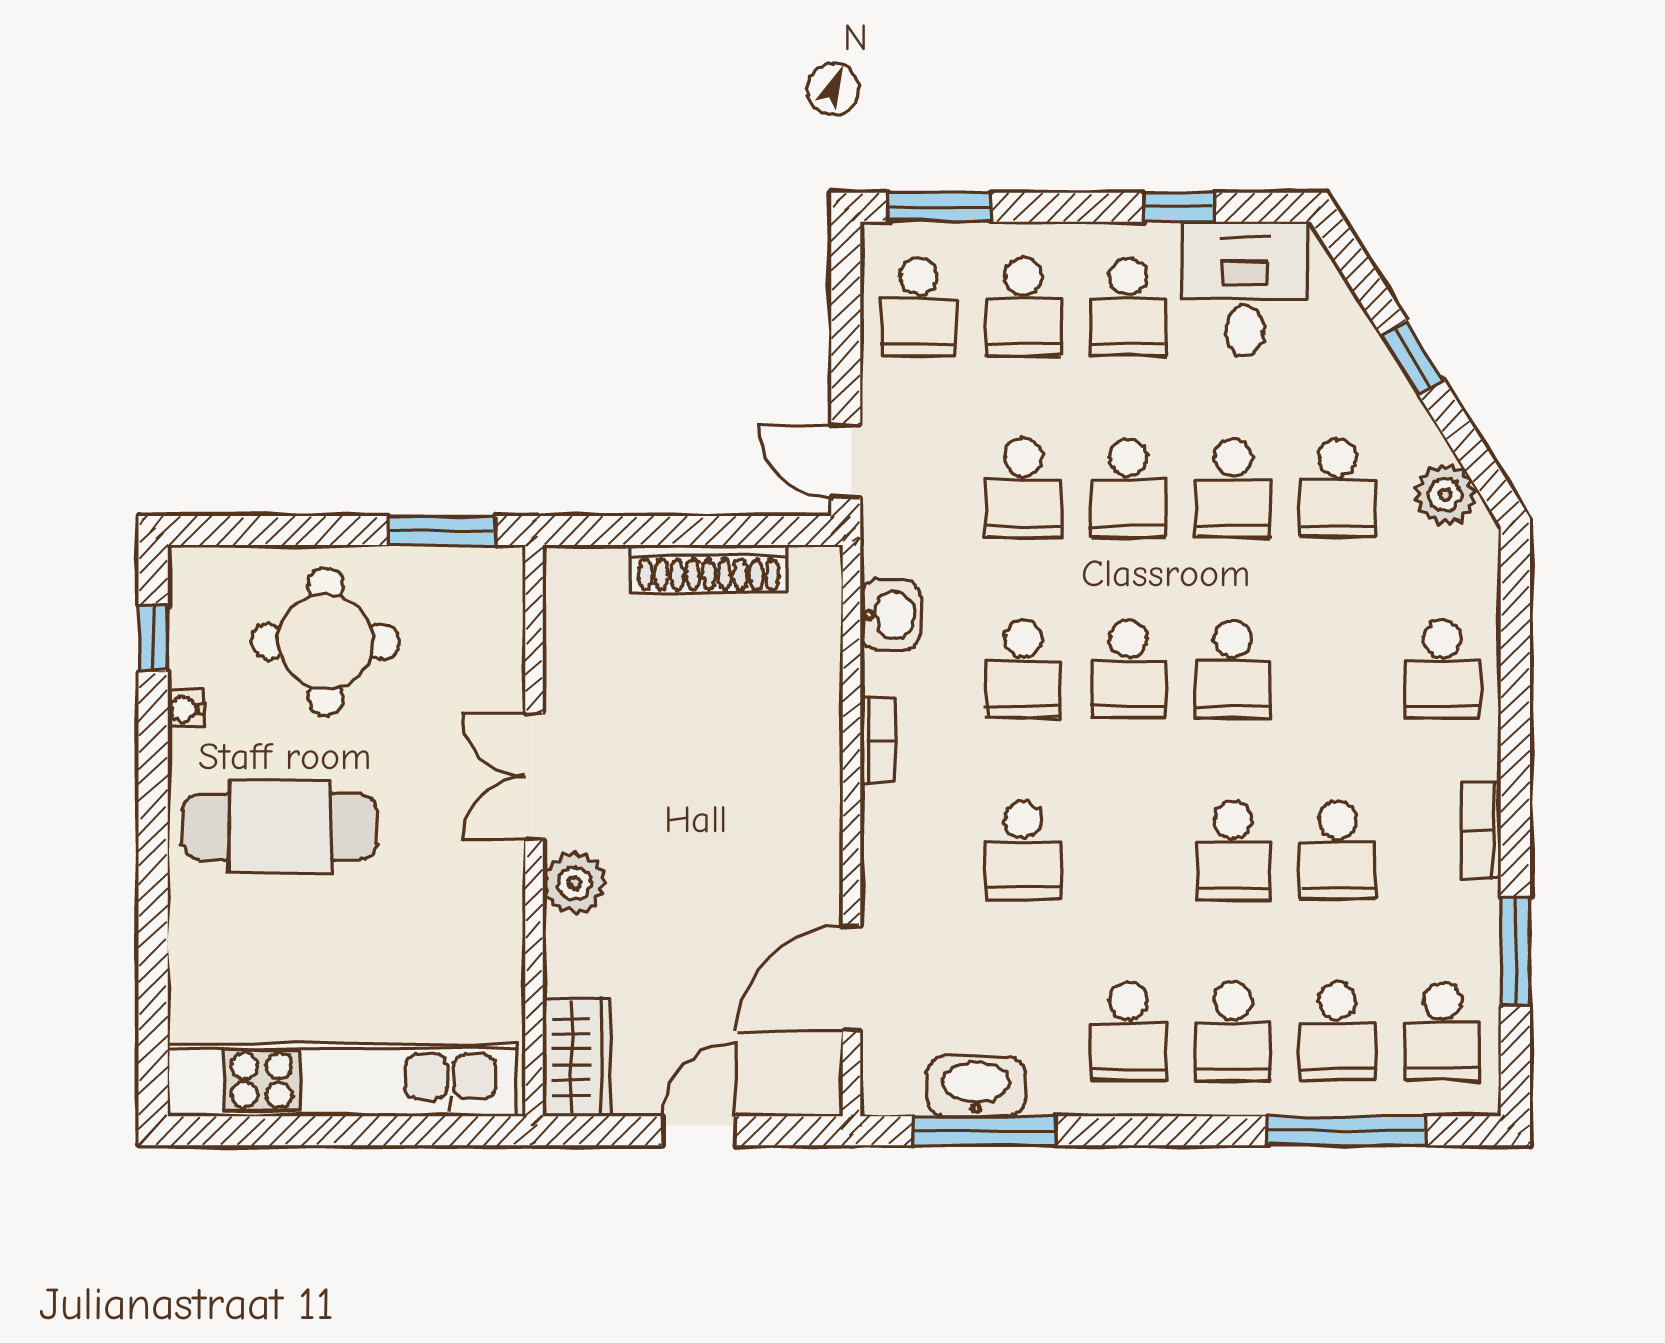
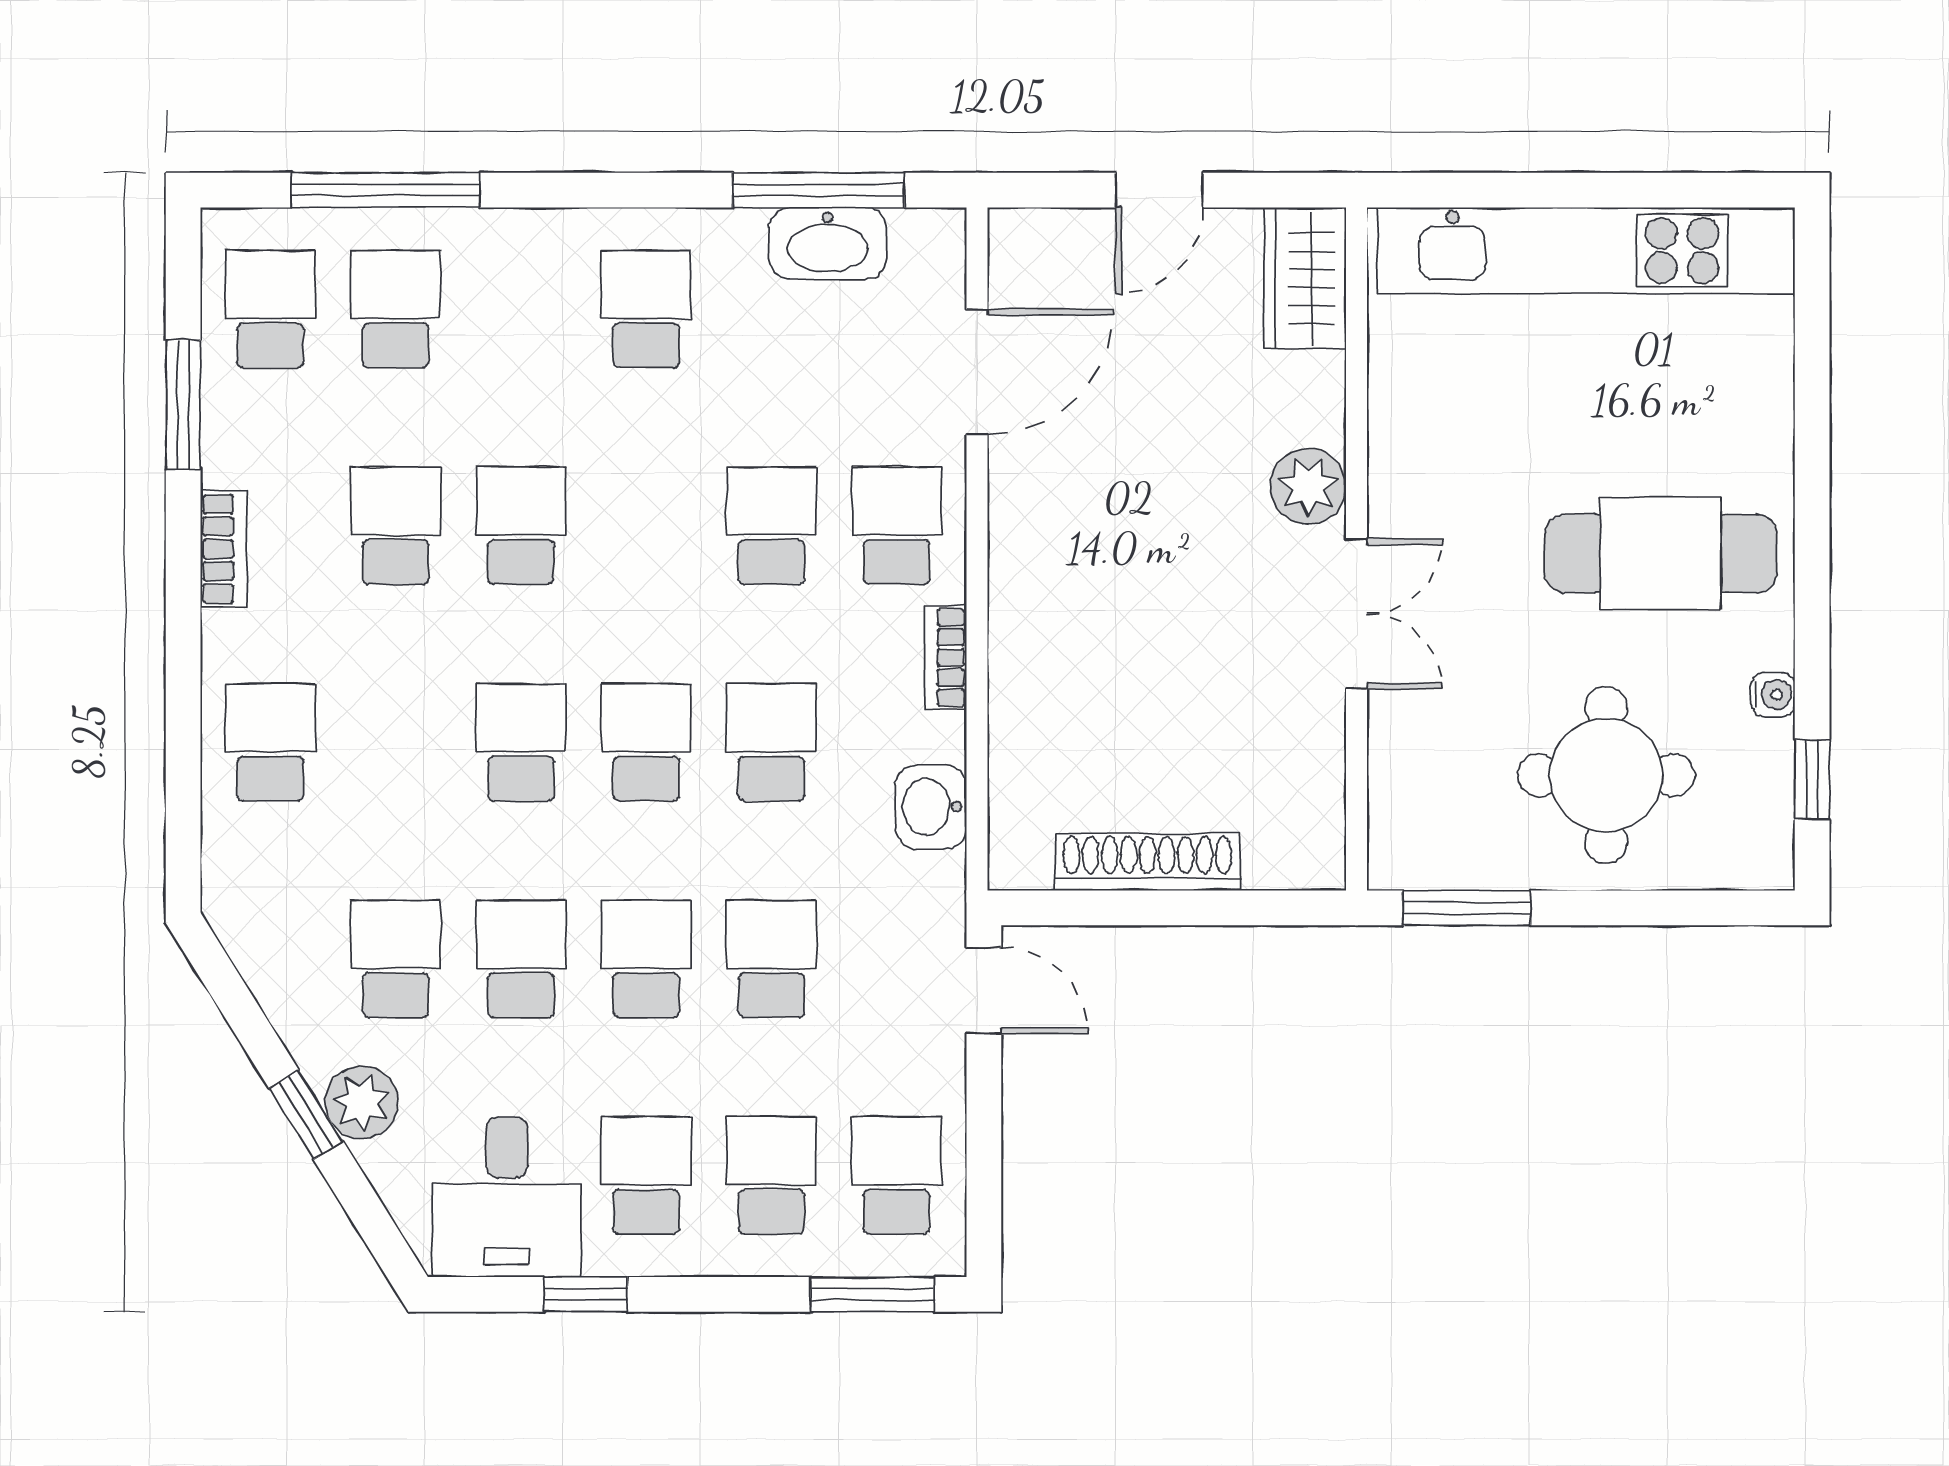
plant: (1445, 495) -> (361, 1102), moved
school desk: (1233, 1031) -> (897, 526), moved

